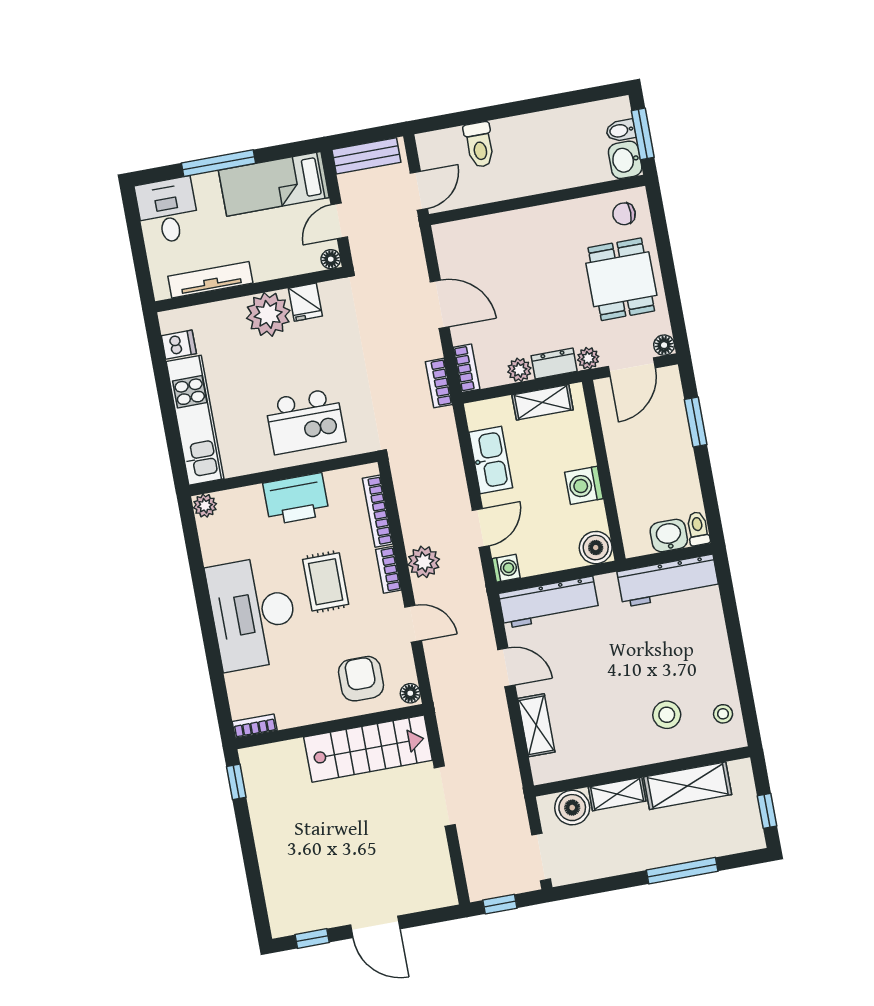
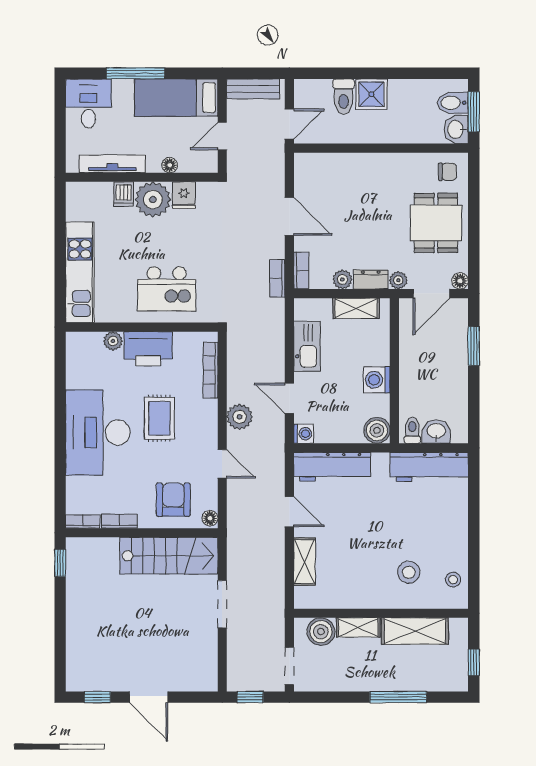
bidet: (621, 130) -> (453, 103), width x1.38, depth x1.36
shower: (513, 136) -> (371, 94), added
chair: (624, 214) -> (447, 172), turned 180
floor lamp: (331, 259) -> (170, 165), moved
dishwasher: (179, 345) -> (124, 194), moved, turned 90
plant: (205, 506) -> (113, 341), moved
door: (481, 528) -> (289, 398), swing flipped
toilet: (698, 529) -> (412, 430), moved
bookcase: (388, 570) -> (119, 521), moved, turned 90

